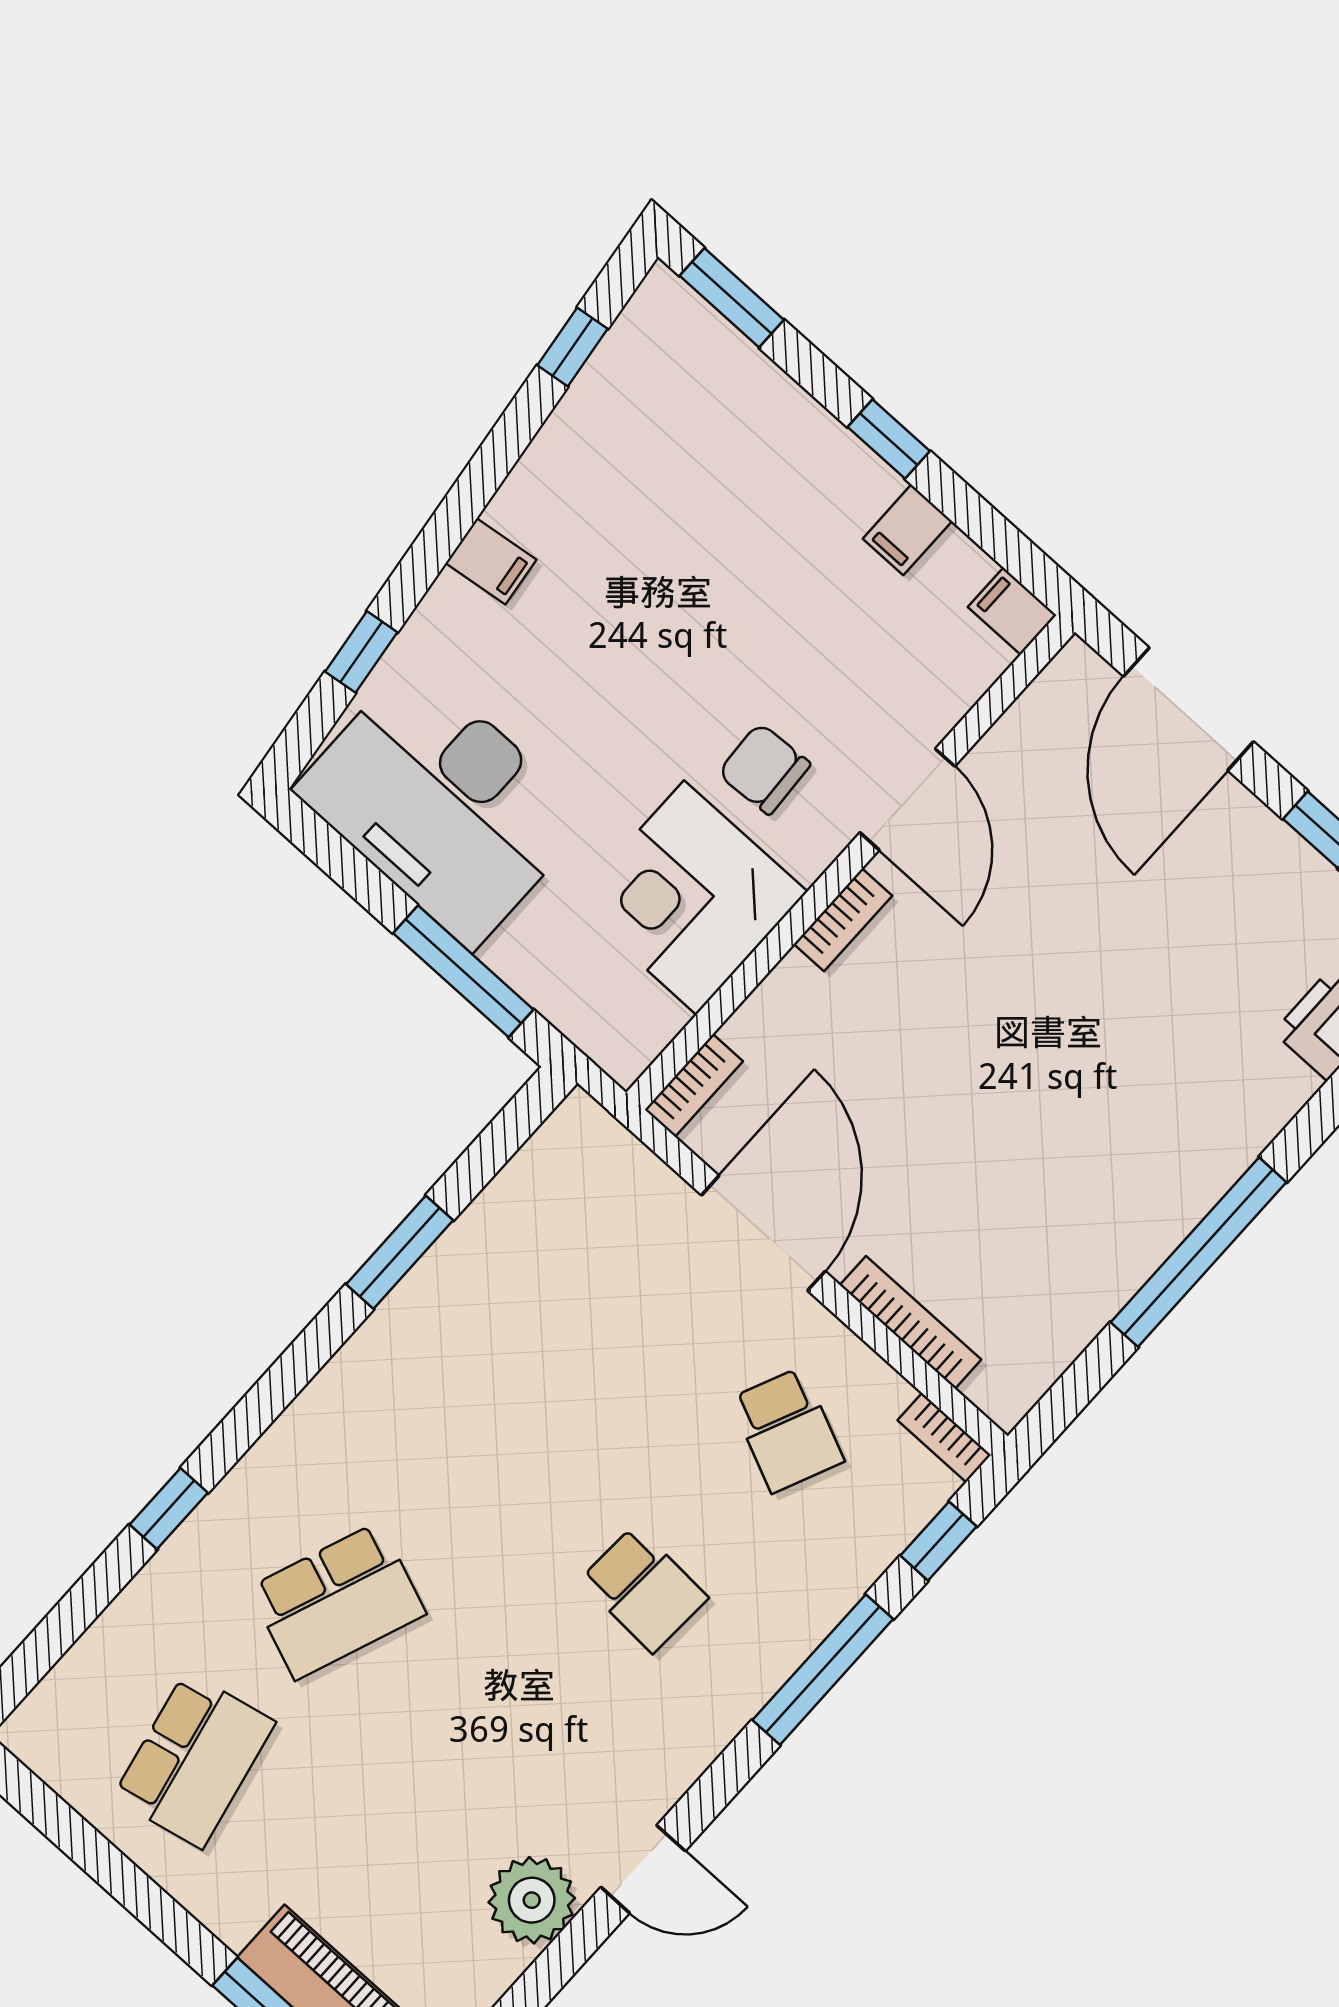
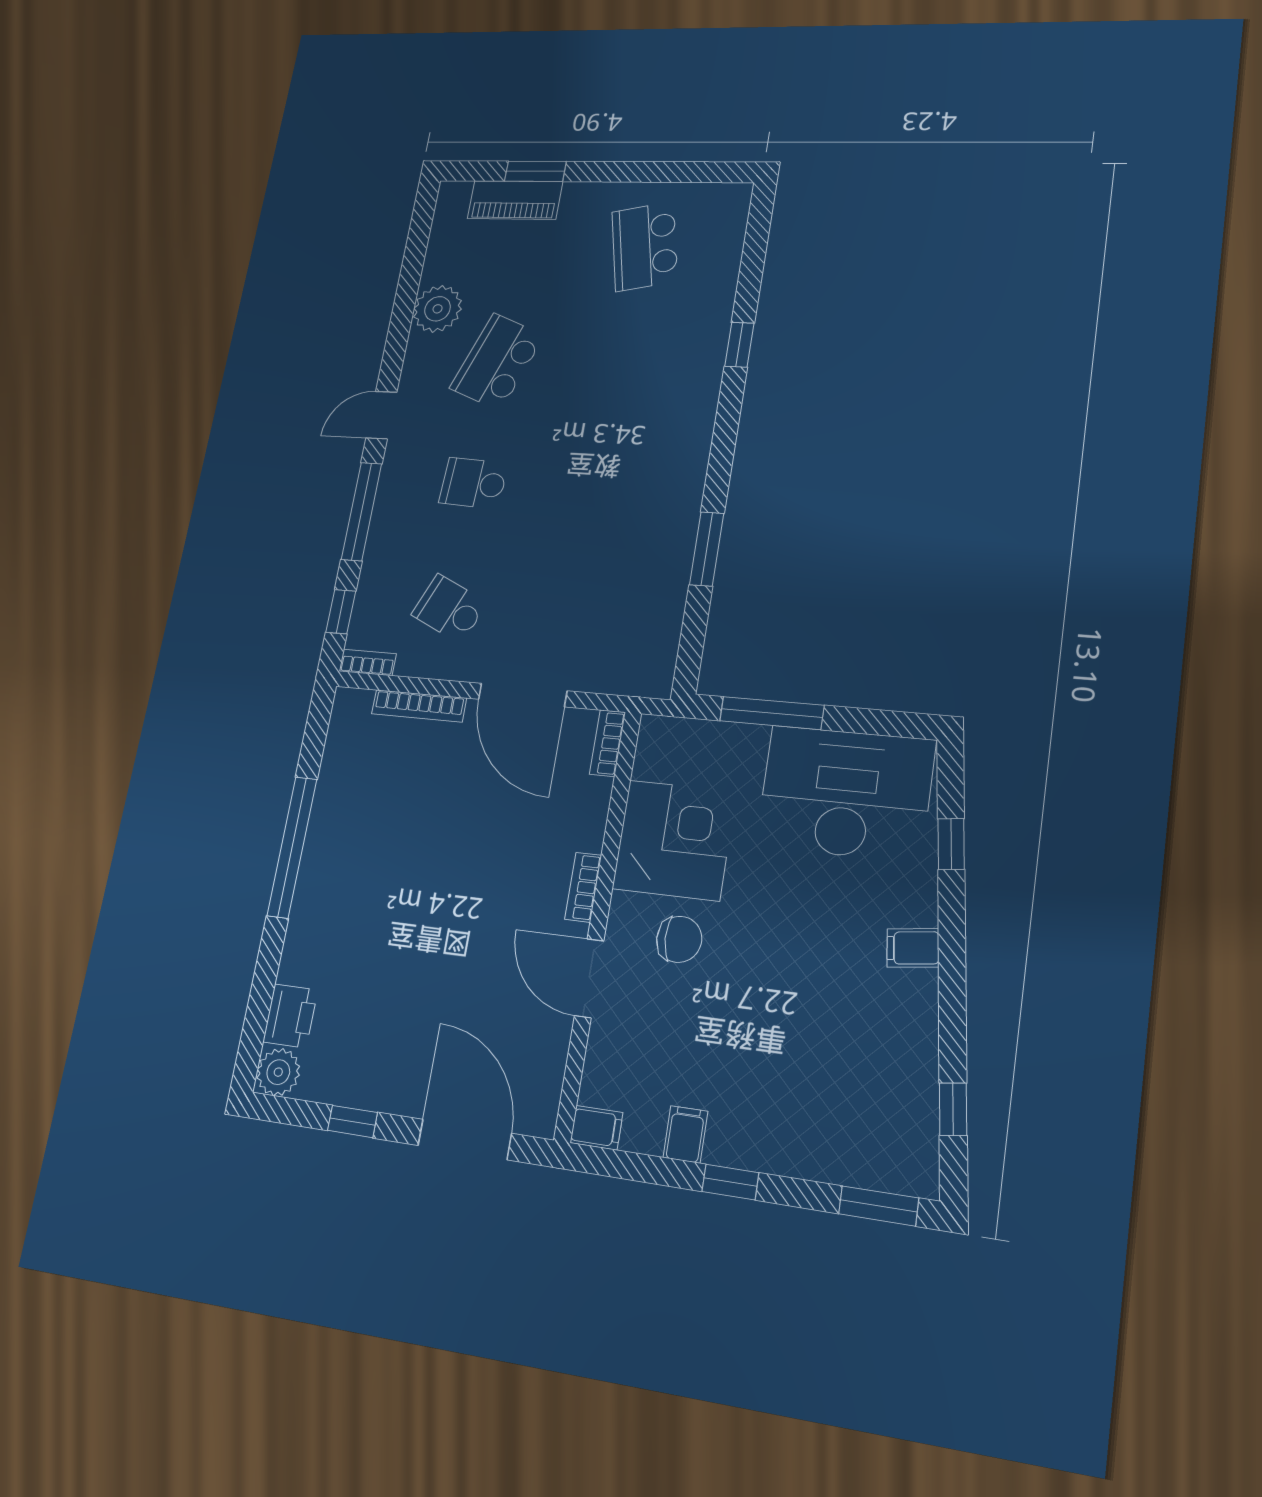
school desk: (337, 1601) -> (497, 362), moved
door: (643, 1869) -> (381, 415), moved

